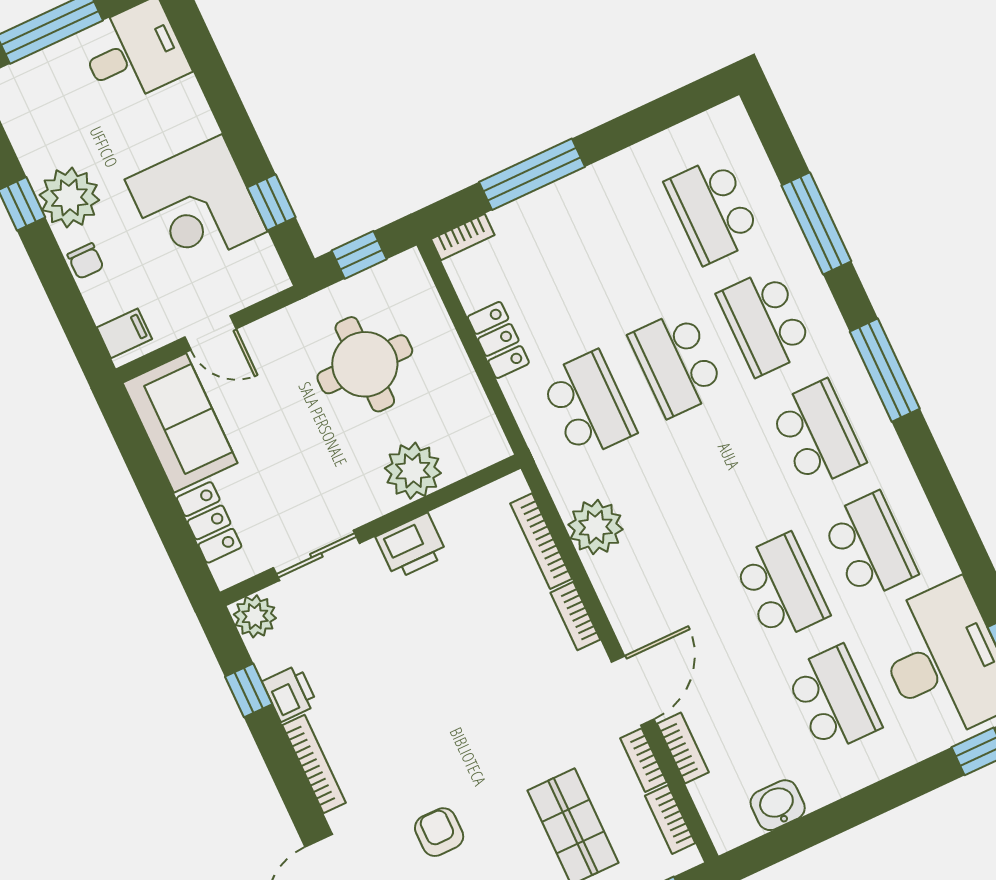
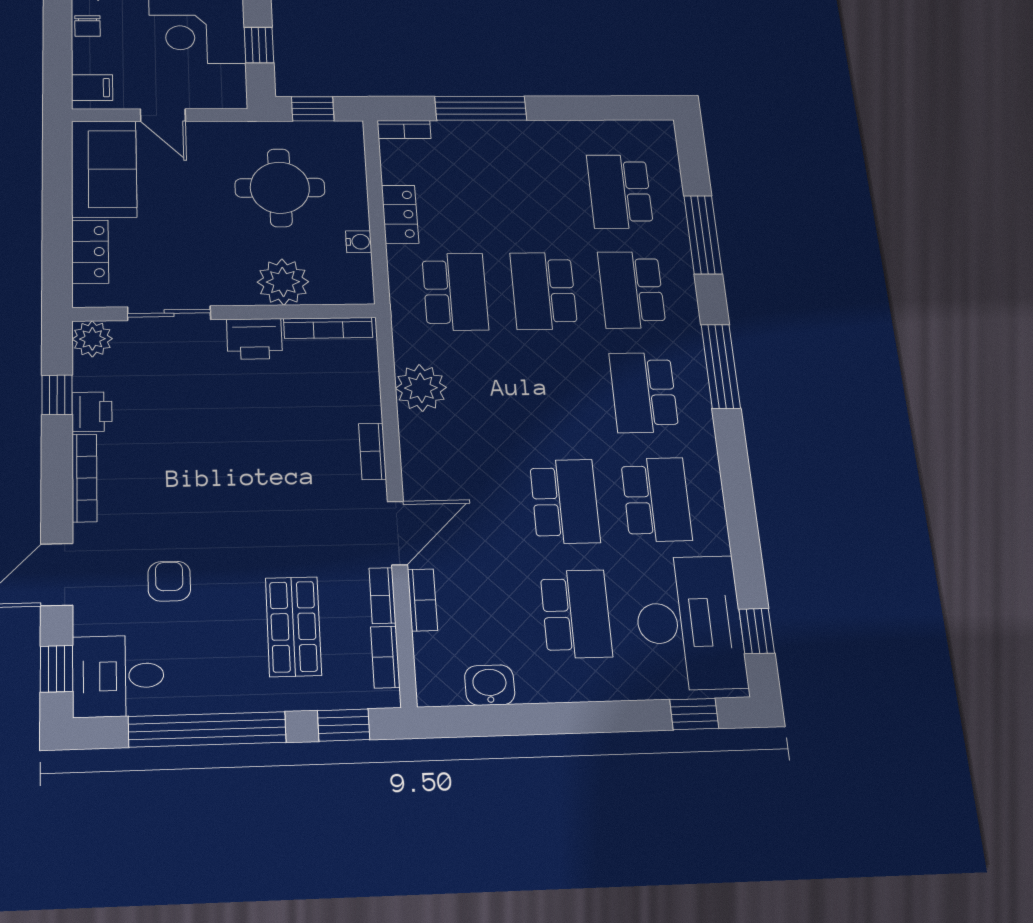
water cooler: (469, 391) -> (359, 242), added
school desk: (817, 434) -> (644, 392), turned 180
bookcase: (541, 541) -> (328, 328), moved, turned -90

